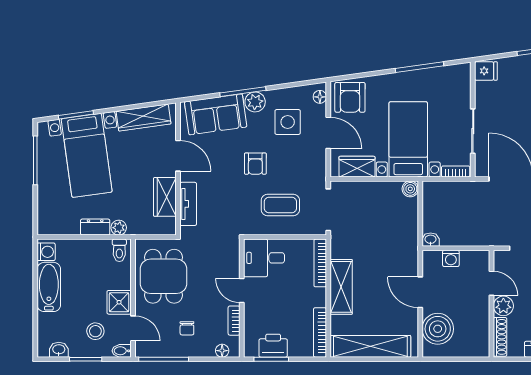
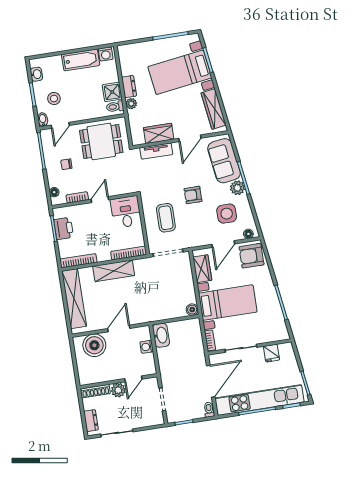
fridge: (486, 71) -> (271, 353), moved
washbasin: (431, 240) -> (161, 335), width x1.91, depth x1.45
shower: (119, 302) -> (112, 92), moved

